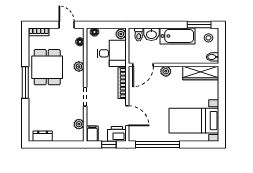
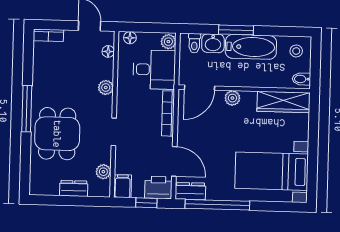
window: (199, 25) -> (236, 30), moved
dining table: (47, 67) -> (57, 134), moved
dresser: (43, 136) -> (74, 188), moved
dresser: (139, 136) -> (190, 191), added

